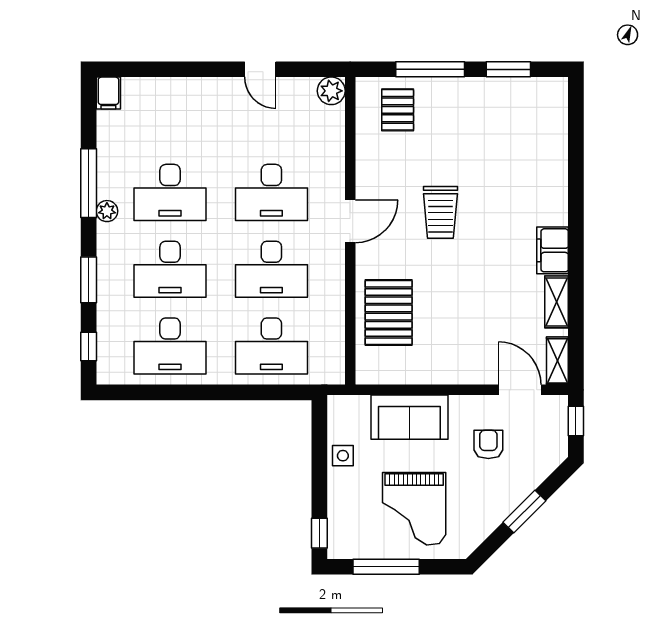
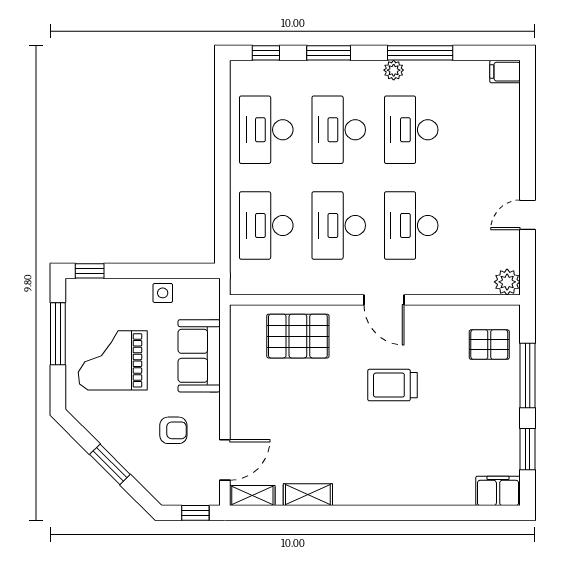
filing cabinet: (552, 250) -> (498, 491), moved

